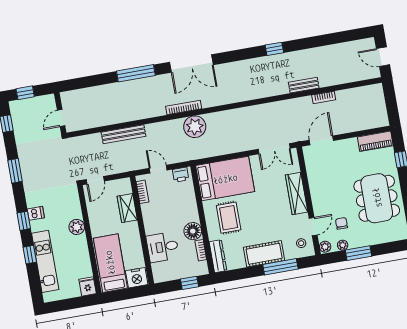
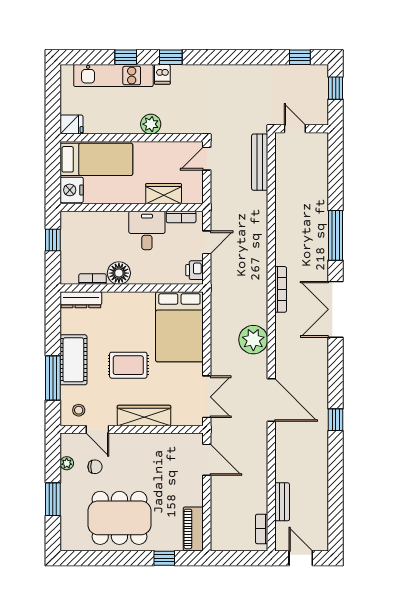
door: (383, 57) -> (301, 558), hinge flipped
bench: (304, 85) -> (282, 502), moved
bookcase: (324, 97) -> (262, 529), moved
door: (268, 100) -> (271, 400), added
plant: (195, 127) -> (253, 340), moved
bench: (123, 134) -> (260, 162), moved
double door: (274, 149) -> (207, 397), swing flipped
window: (15, 171) -> (237, 57), removed
door: (95, 180) -> (207, 159), hinge flipped
dishwasher: (36, 213) -> (162, 74), moved
rug: (229, 218) -> (128, 365), moved
desk: (163, 247) -> (147, 230), moved
plant: (325, 247) -> (69, 440), removed
window: (359, 253) -> (53, 499), moved
window: (189, 283) -> (53, 240), moved

